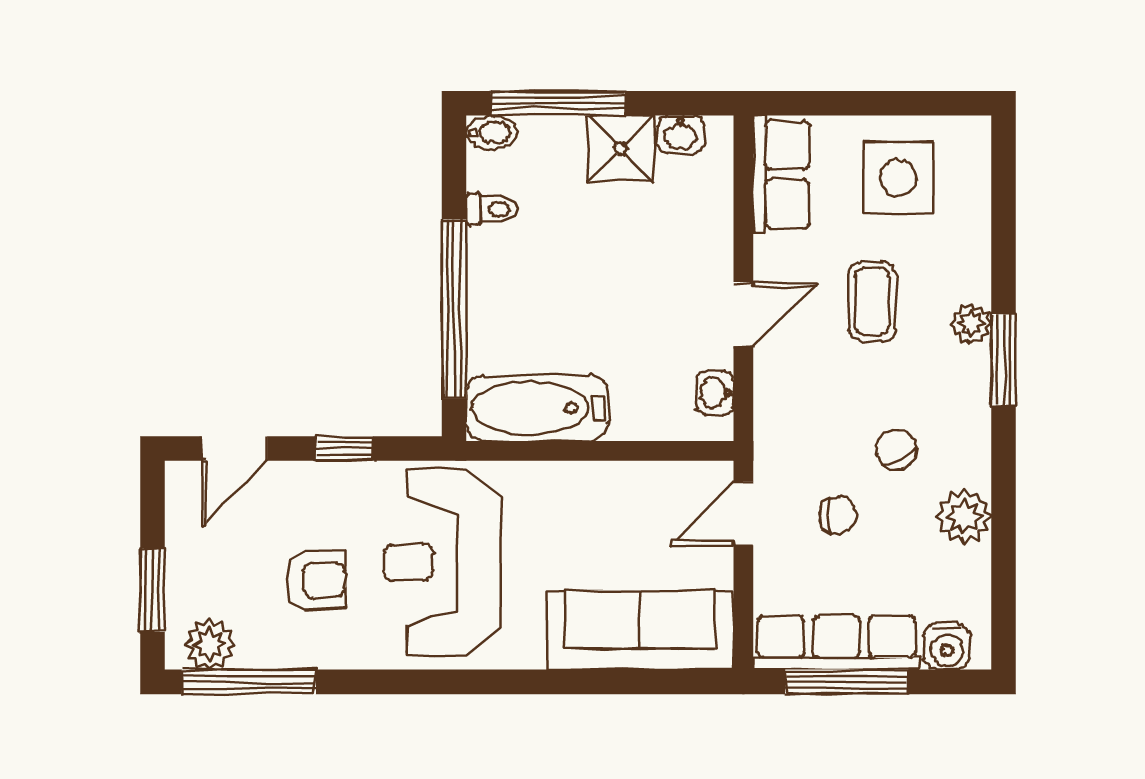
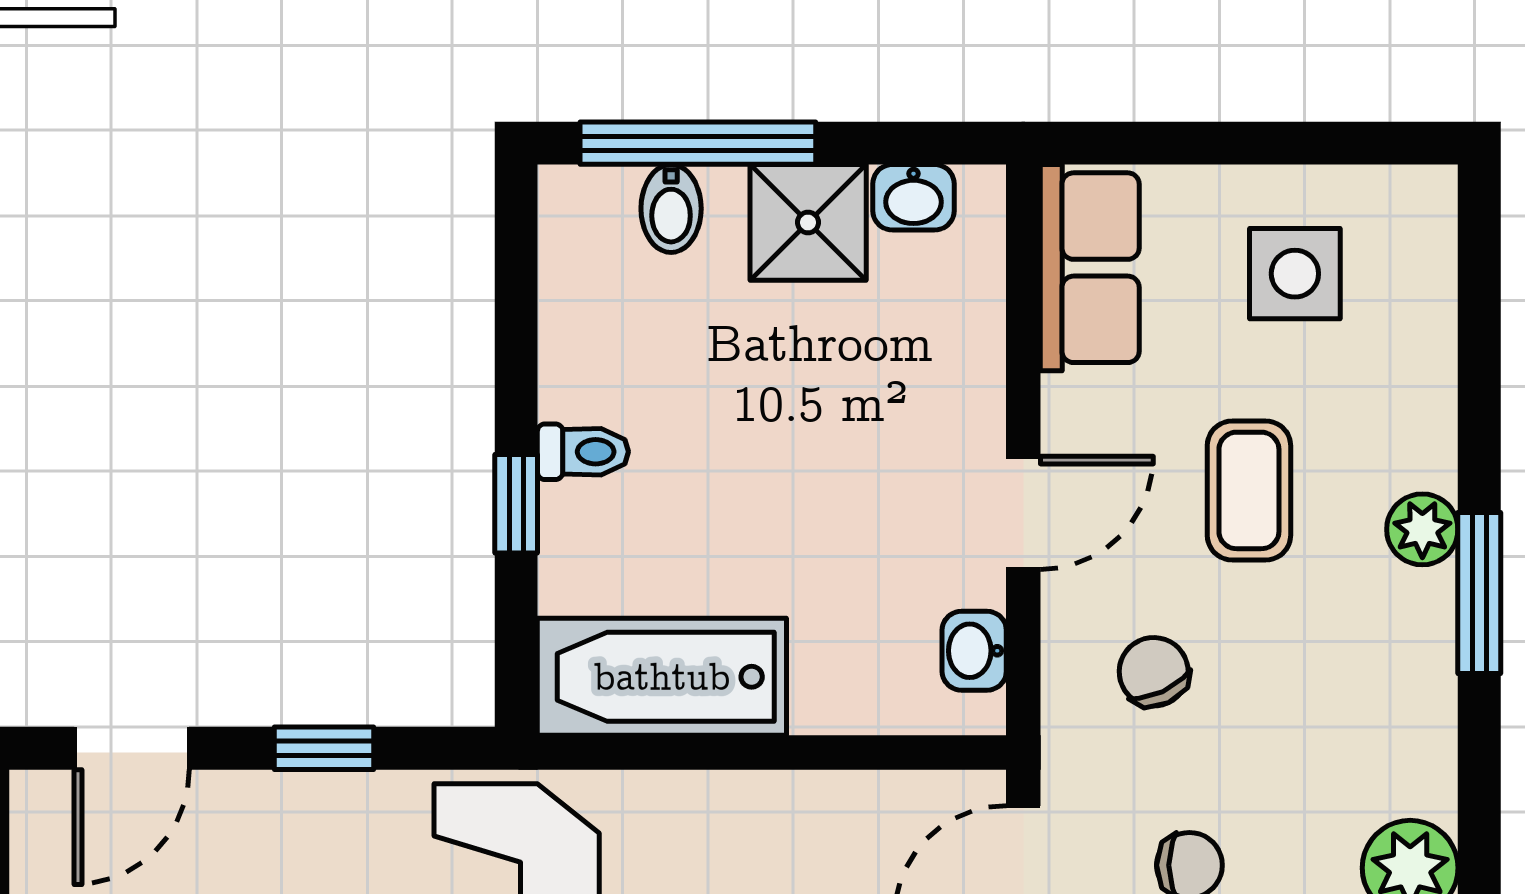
bidet: (491, 132) -> (671, 209), moved, turned 90
side table: (898, 178) -> (1295, 274), width x0.73, depth x0.73
toilet: (492, 209) -> (583, 452), moved
window: (454, 309) -> (516, 504), width x0.32
chair: (896, 449) -> (1154, 672), moved

